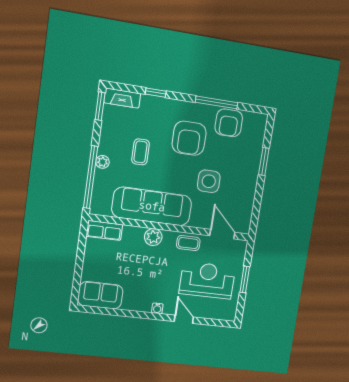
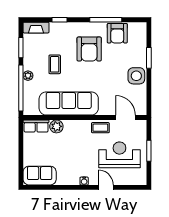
window: (100, 106) -> (21, 48), moved
side table: (209, 181) -> (136, 76), moved
plant: (153, 237) -> (56, 126), moved

